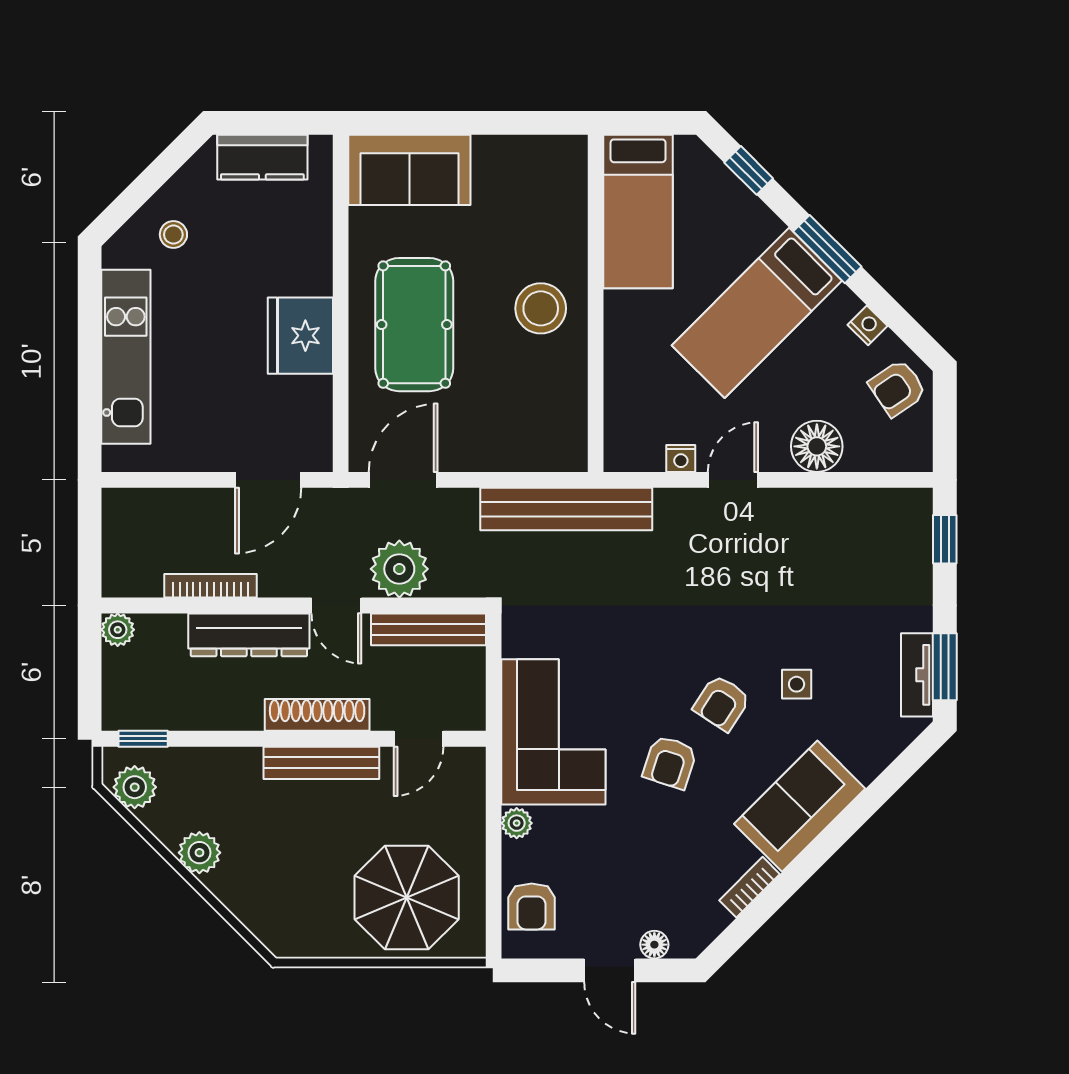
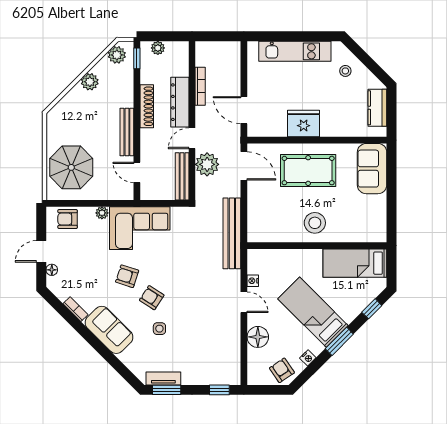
plant: (118, 630) -> (158, 48), moved
shoe rack: (317, 715) -> (147, 106), moved

